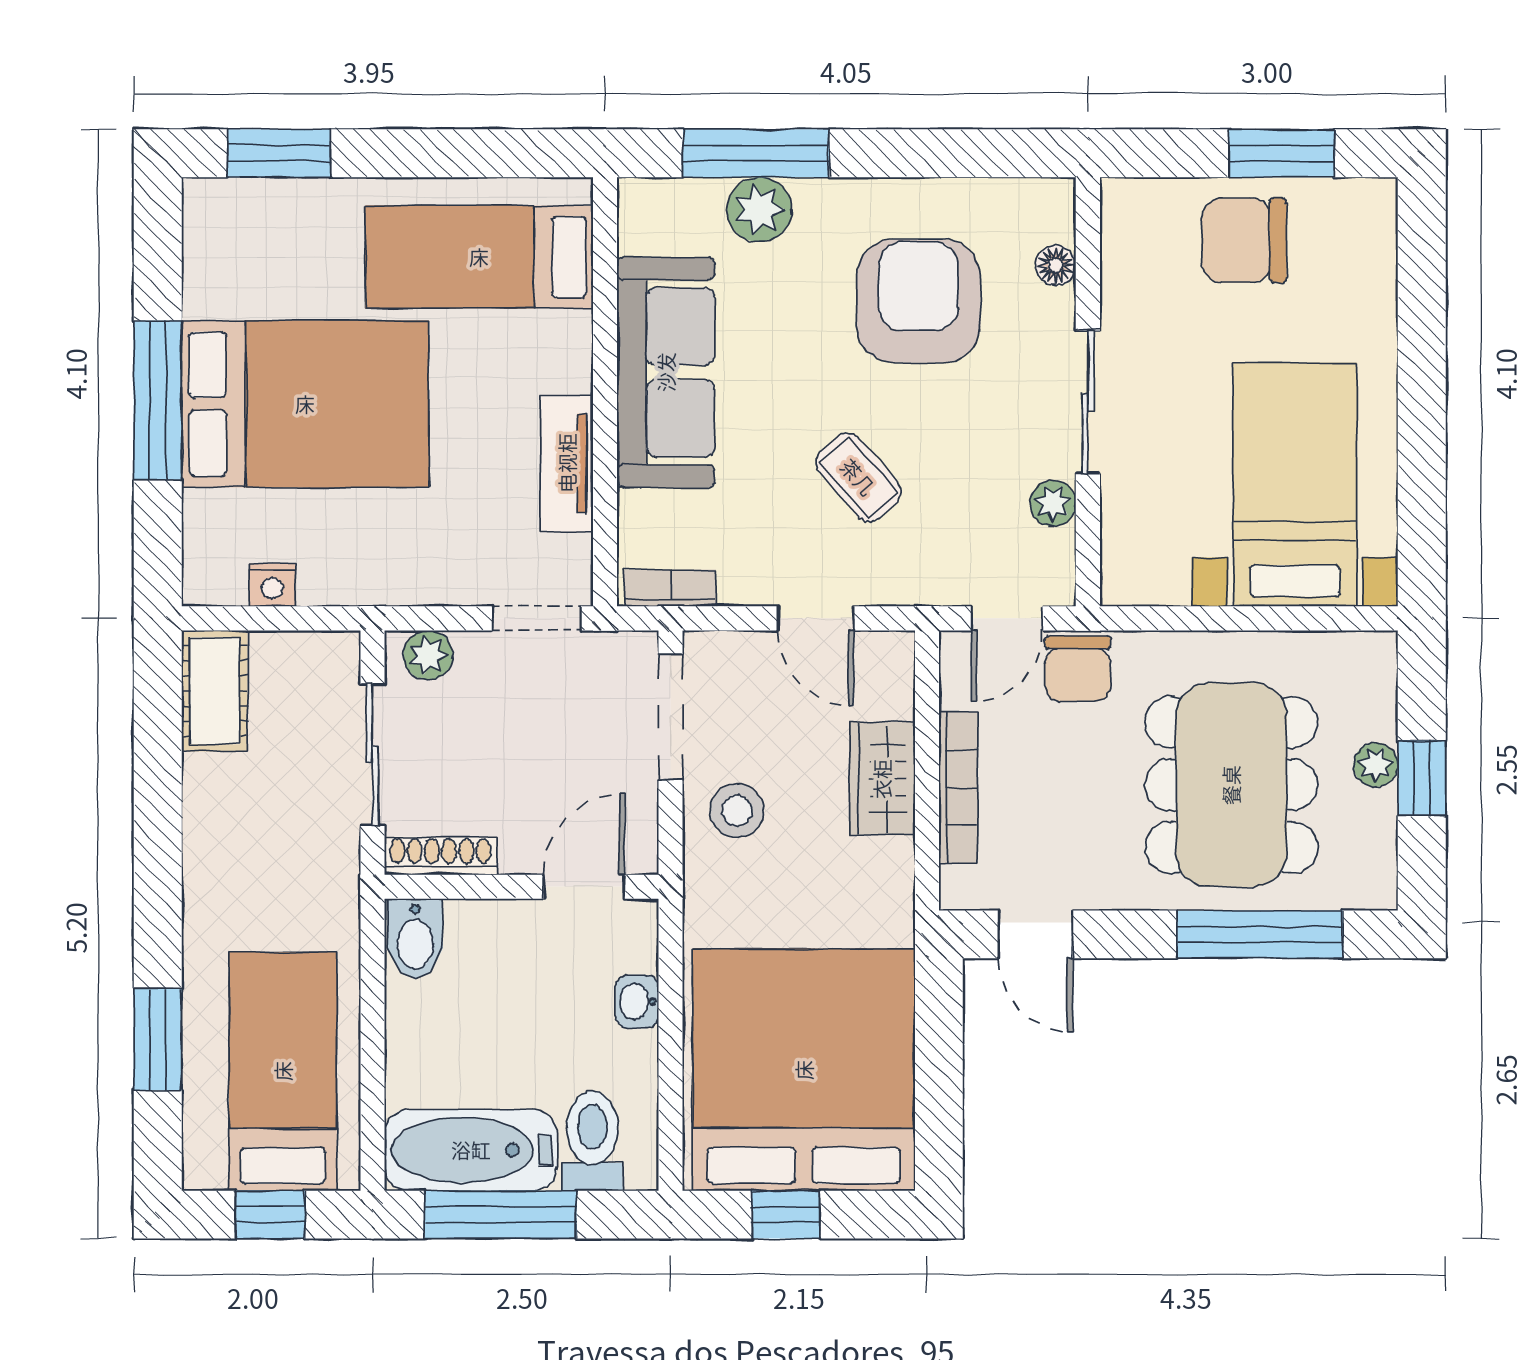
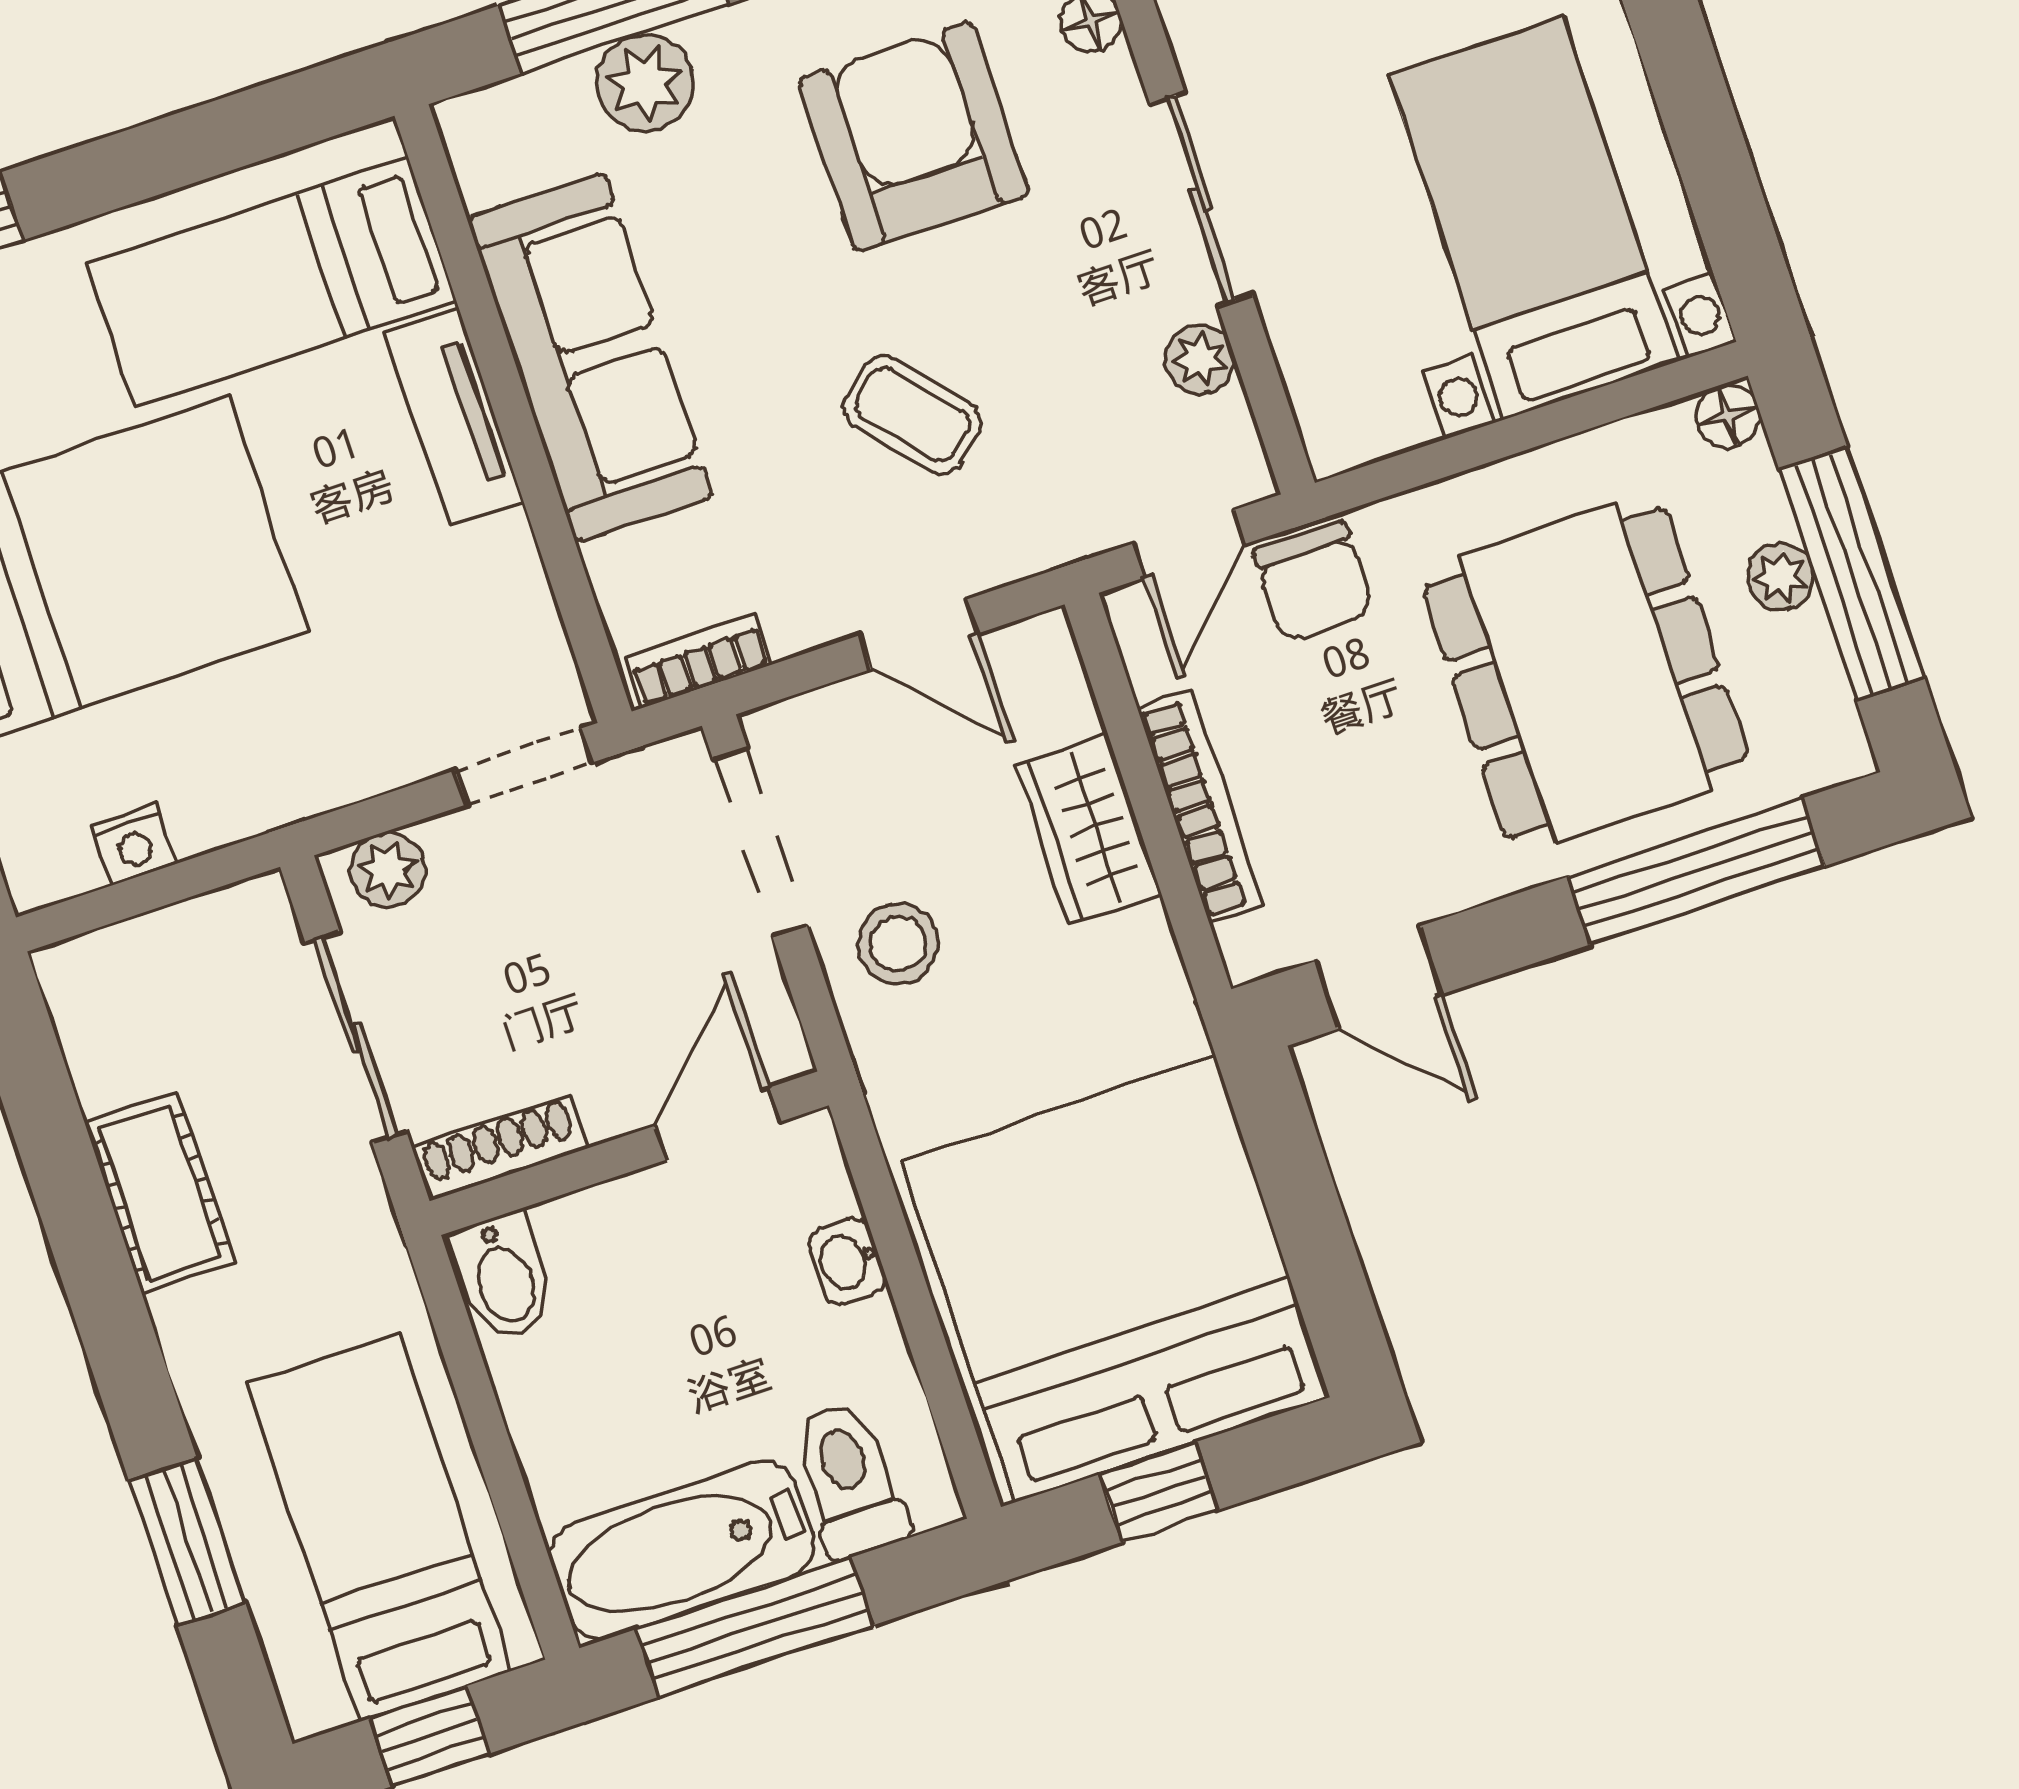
tv unit: (567, 463) -> (454, 417), moved
floor lamp: (1377, 652) -> (1728, 416), added
cot: (215, 691) -> (160, 1193), moved
window: (1422, 778) -> (1852, 574), width x2.17

